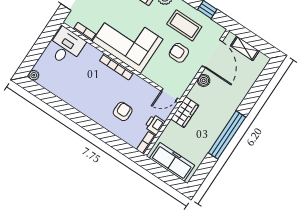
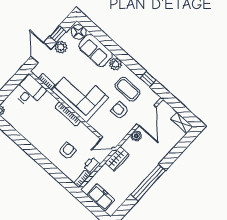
shelving: (245, 48) -> (182, 123), moved
freezer: (172, 162) -> (101, 197), width x0.71

